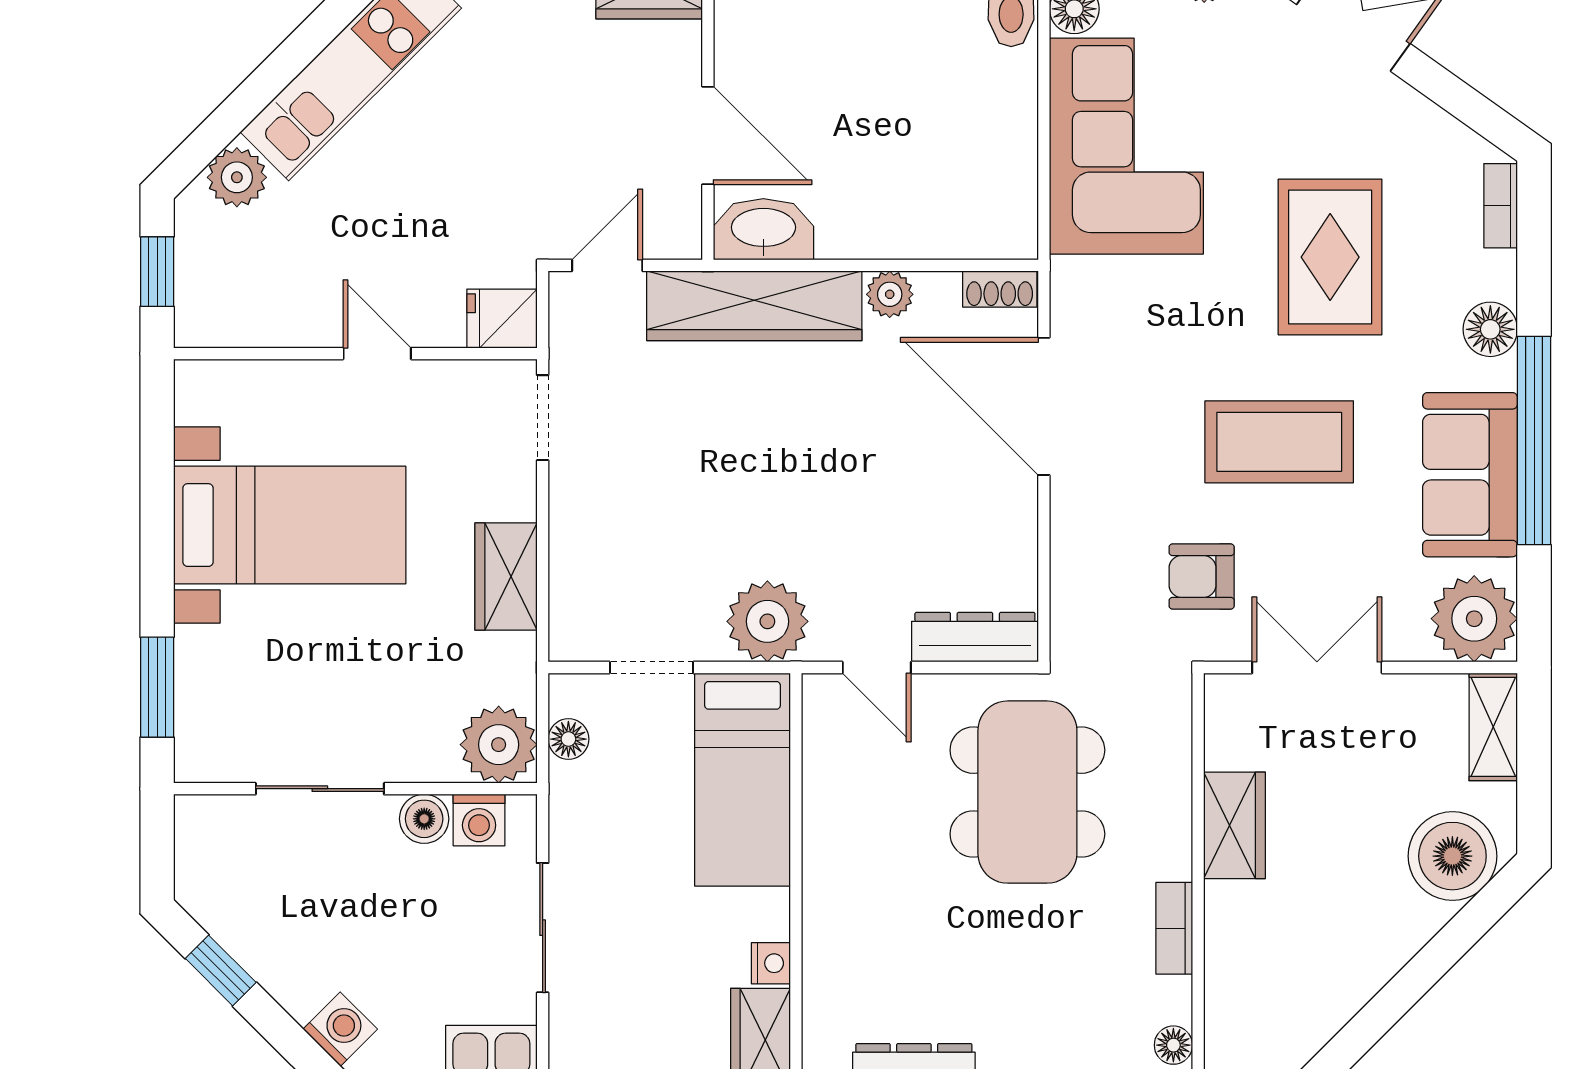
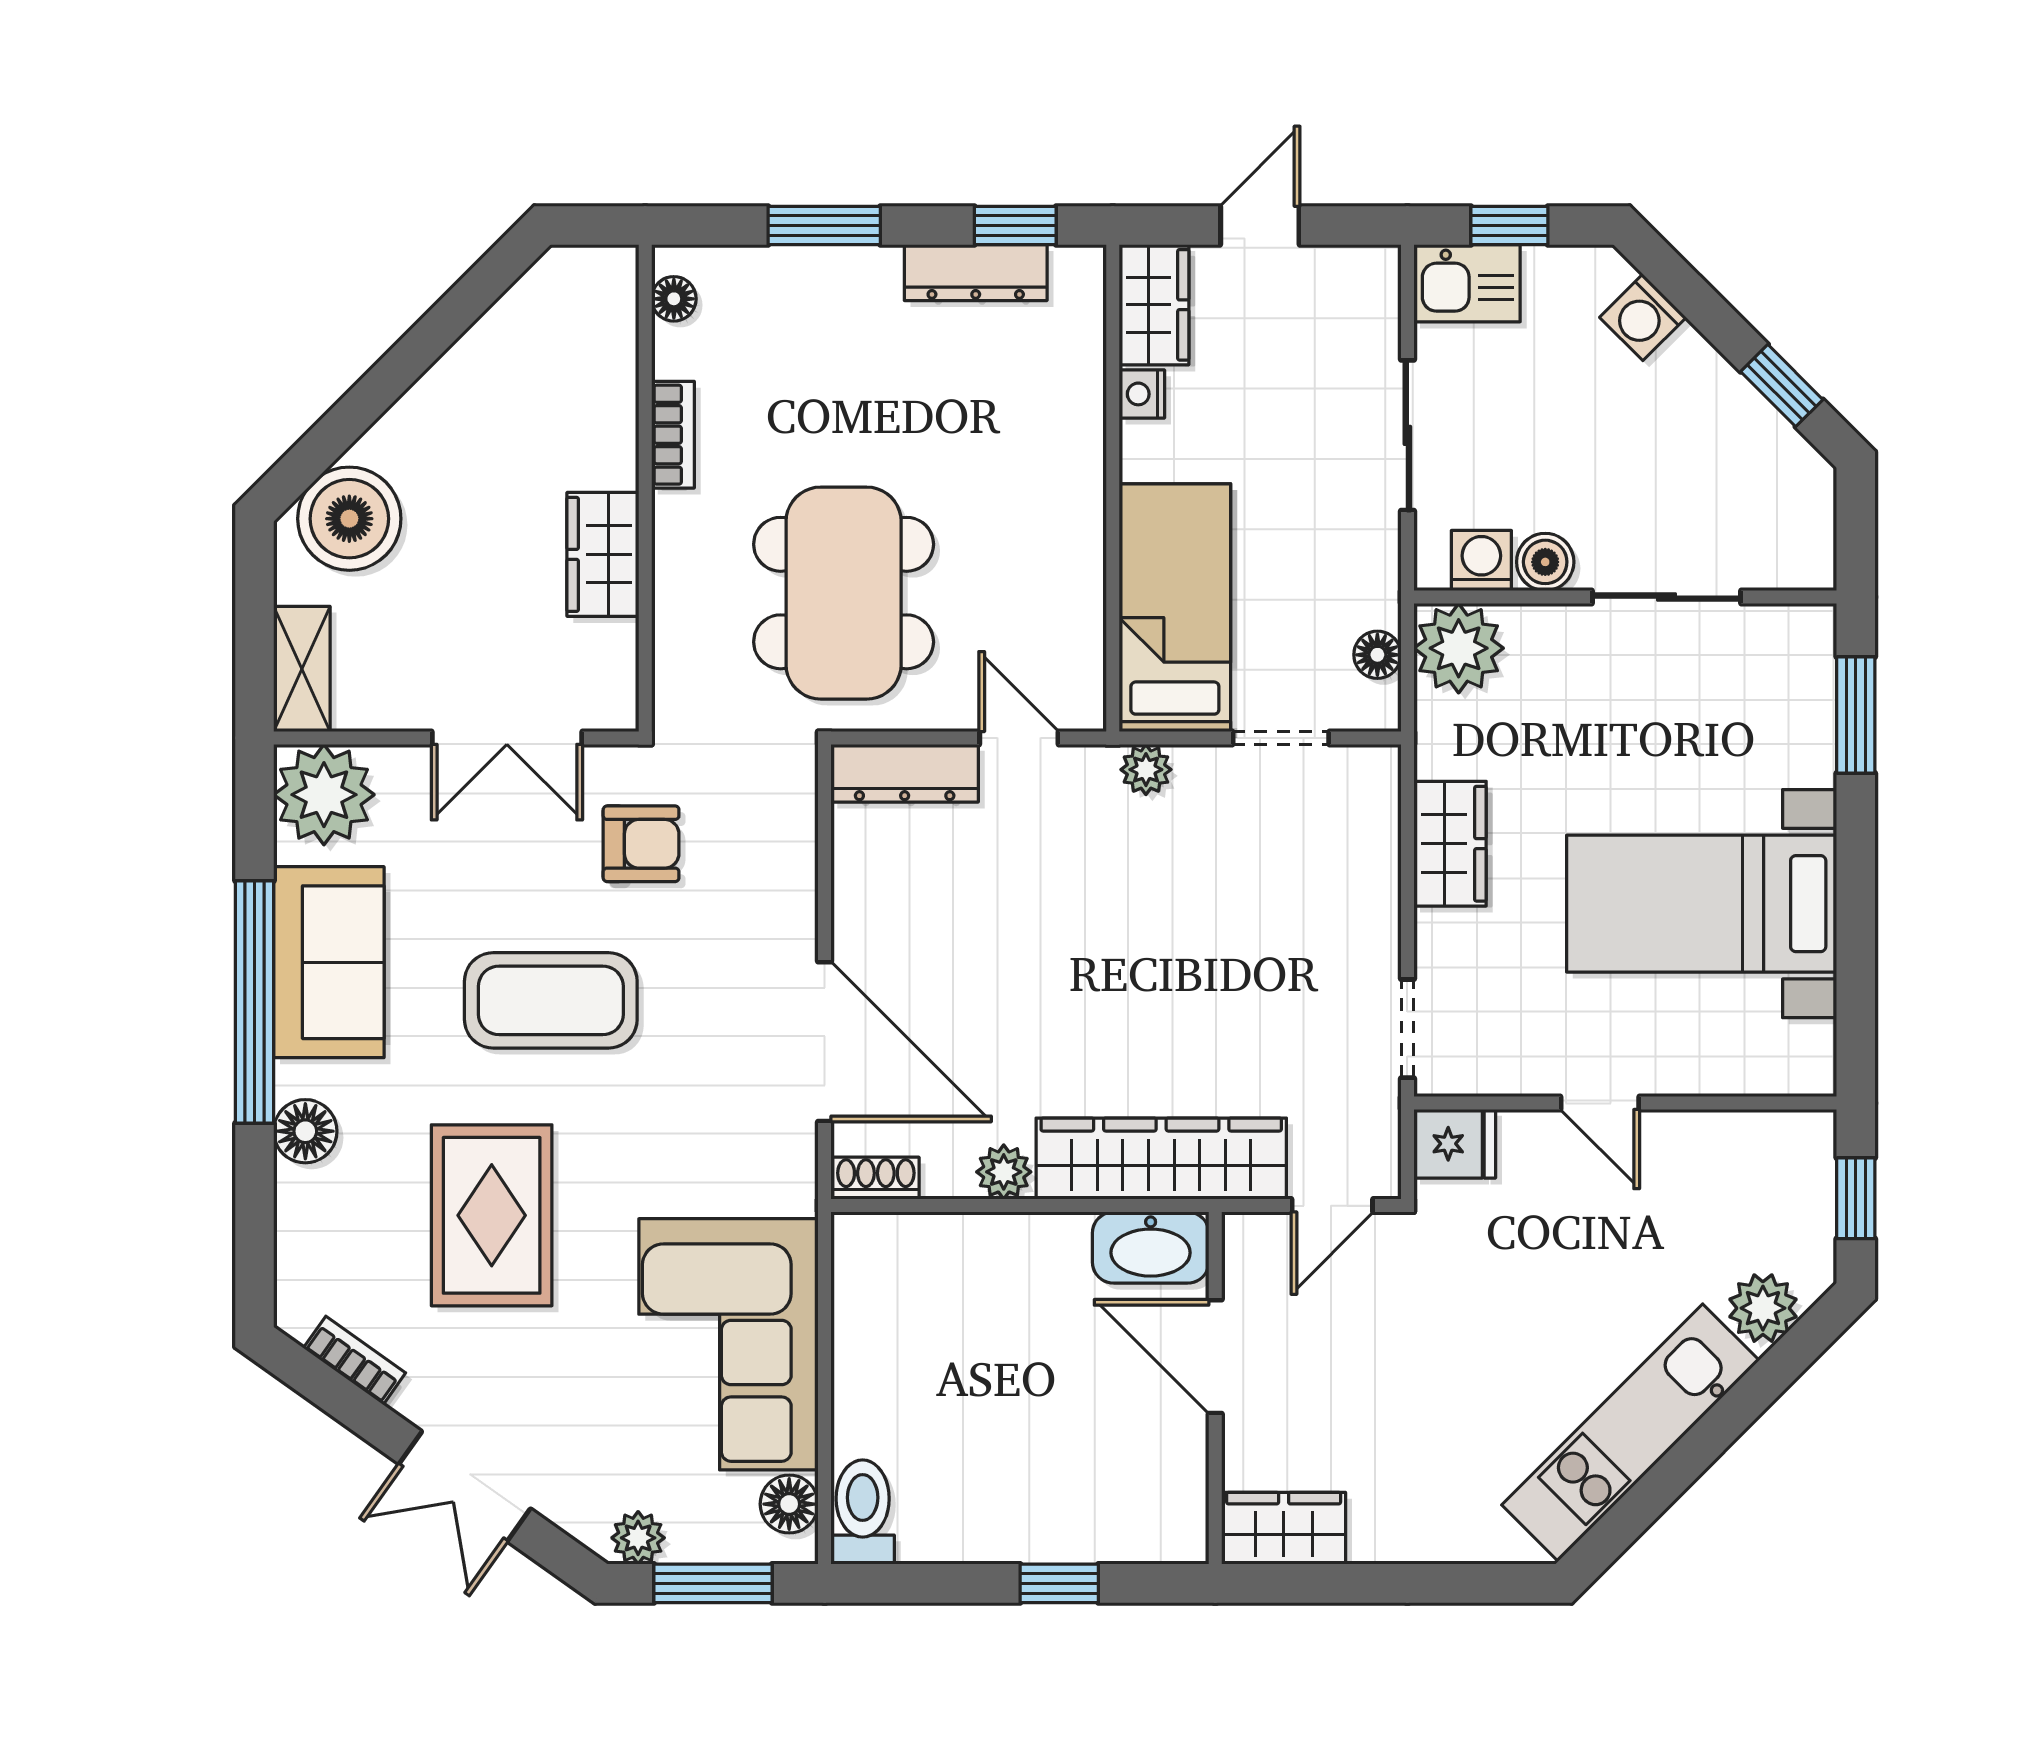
bookcase: (1501, 206) -> (354, 1360), moved, turned -55
plant: (767, 621) -> (1146, 770), width x0.53, depth x0.53

